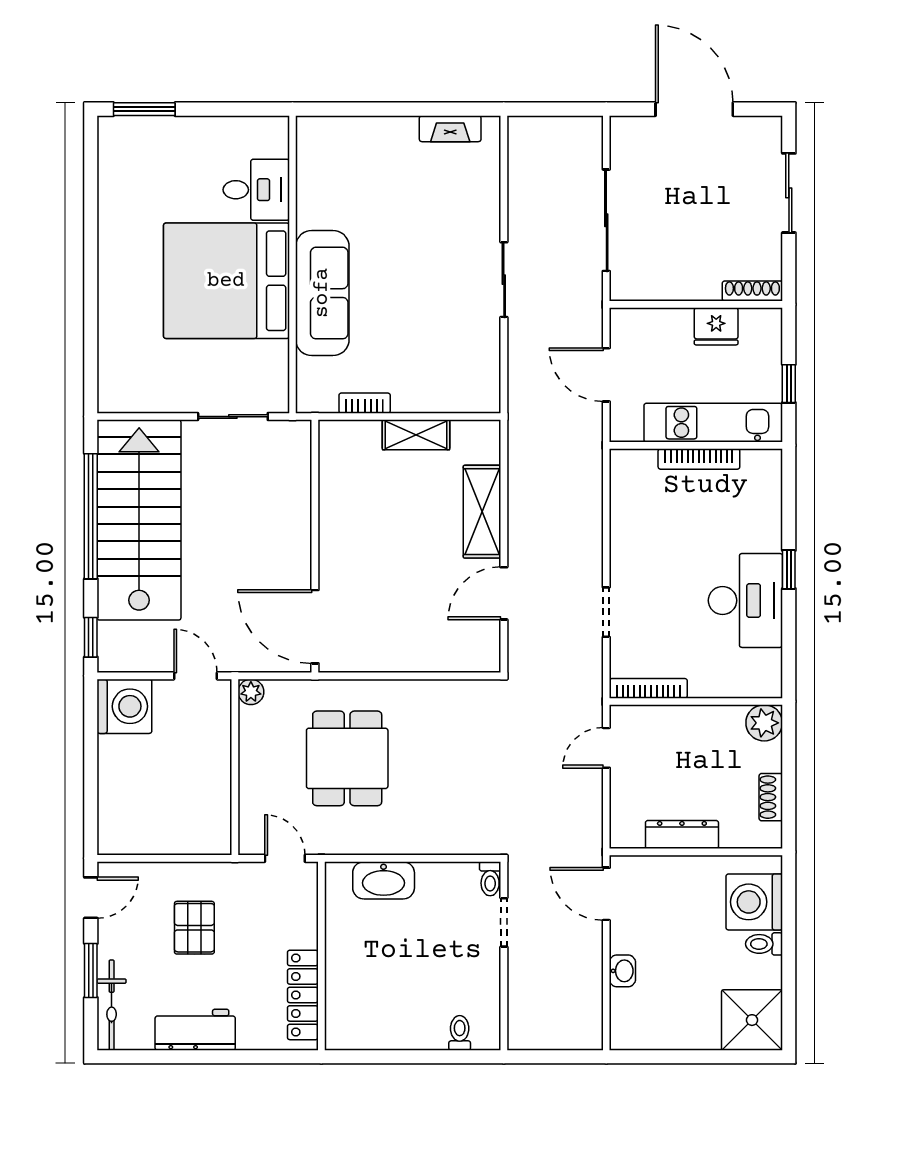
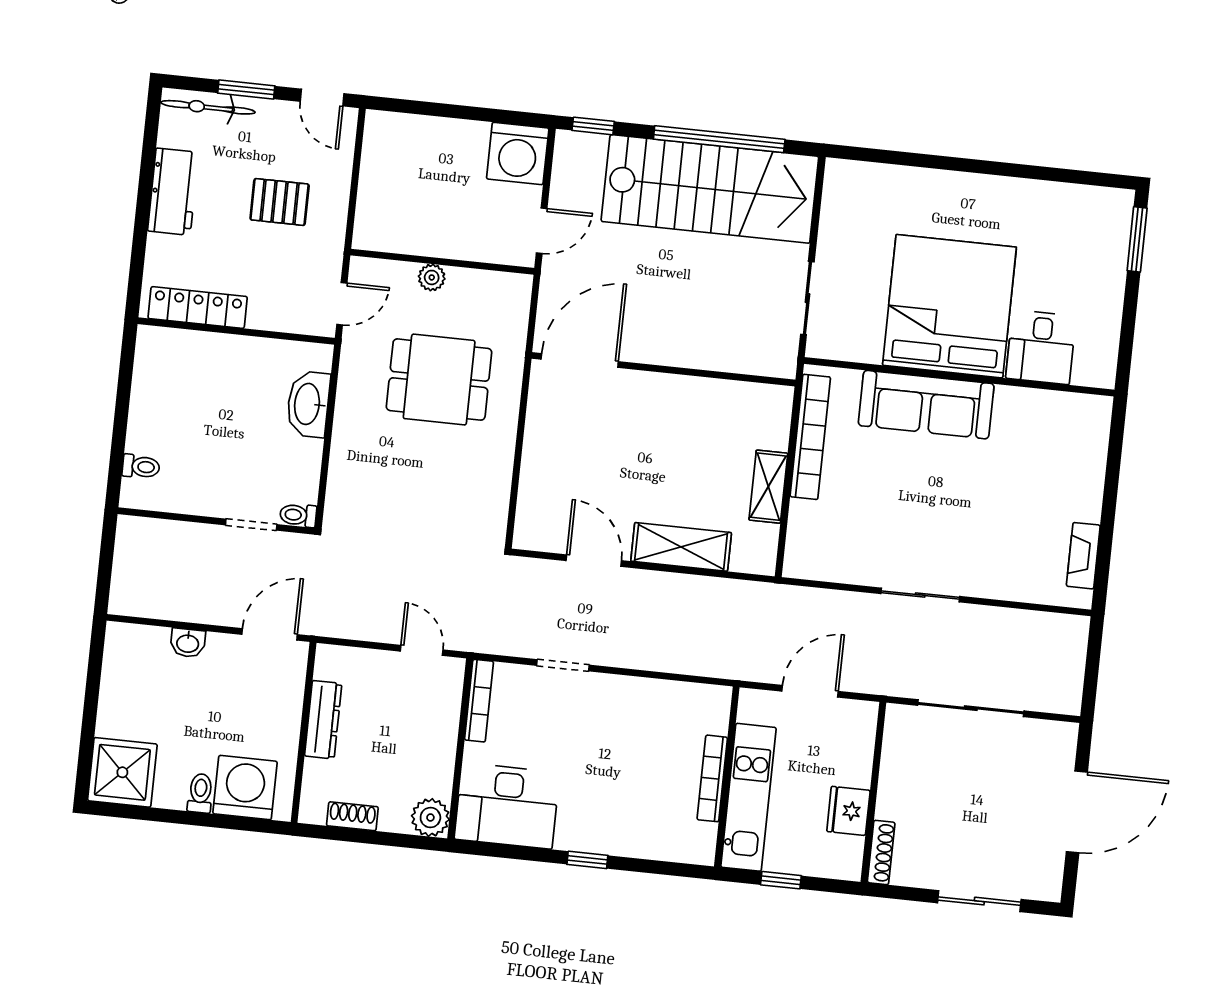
bookcase: (365, 403) -> (810, 437), width x2.31, depth x1.31
desk: (745, 600) -> (507, 806), moved
plant: (251, 692) -> (432, 277), moved

